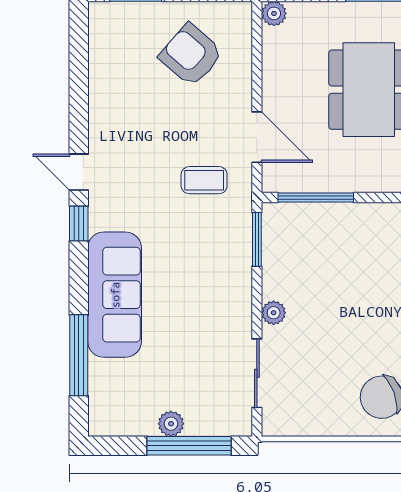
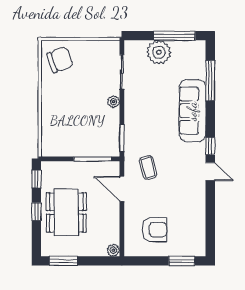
armchair: (191, 55) -> (155, 230), turned -41
coffee table: (204, 180) -> (148, 167), turned 75
plant: (171, 424) -> (159, 52), width x1.88, depth x1.88
window: (189, 446) -> (174, 36), moved

